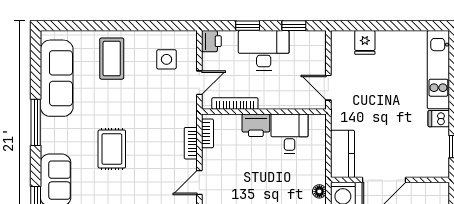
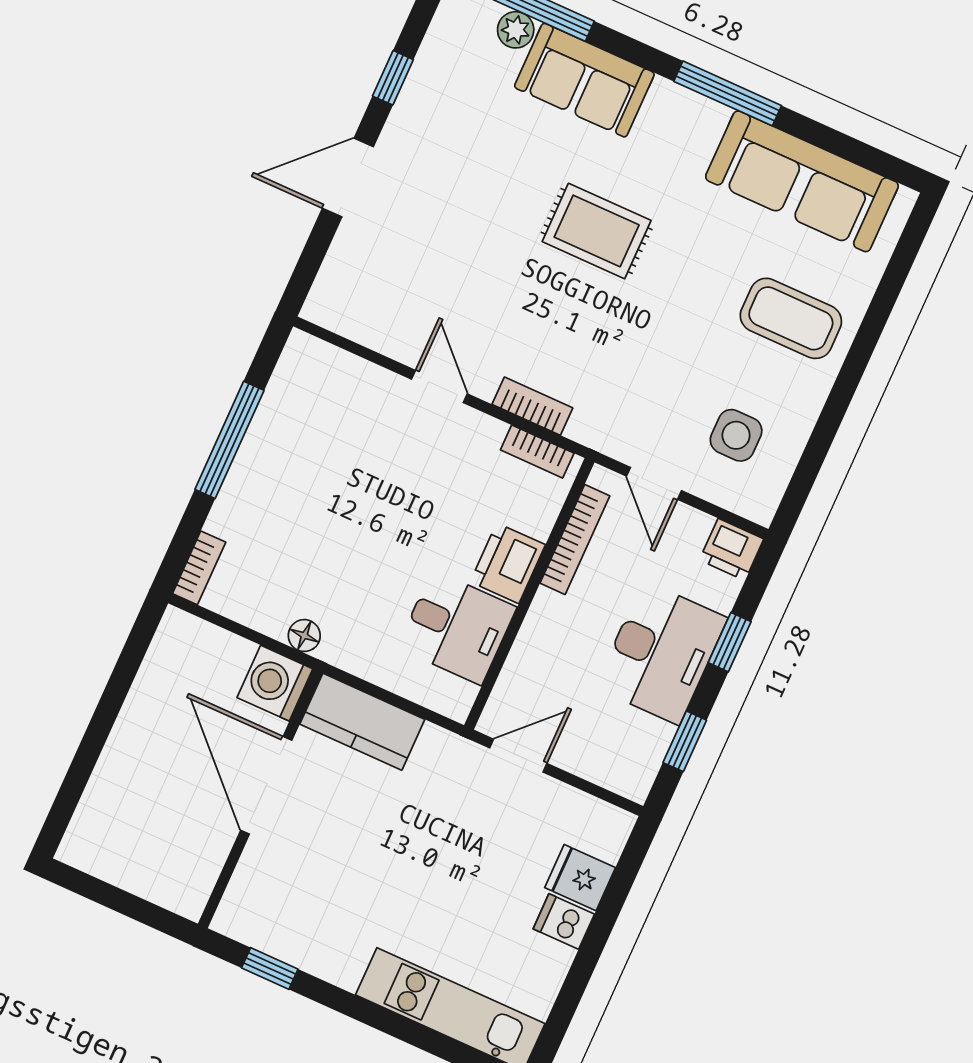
dishwasher: (439, 119) -> (564, 921), moved, turned -90

